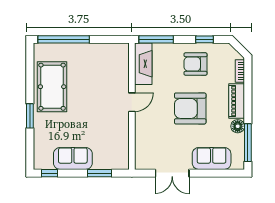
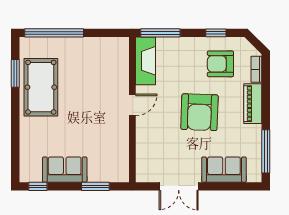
armchair: (195, 64) -> (220, 64), moved
armchair: (190, 108) -> (199, 112), turned -88
window: (30, 116) -> (15, 73), moved
floor lamp: (238, 126) -> (254, 133), removed

